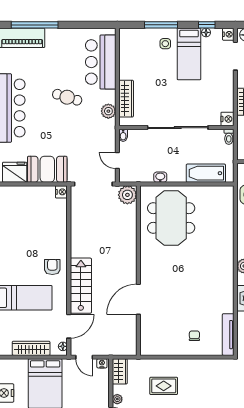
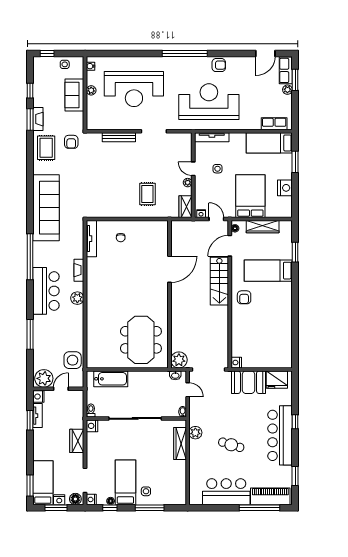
bar counter: (101, 62) -> (226, 492), moved, turned -90
washbasin: (160, 177) -> (175, 375), moved
rug: (164, 386) -> (147, 194), turned 90

